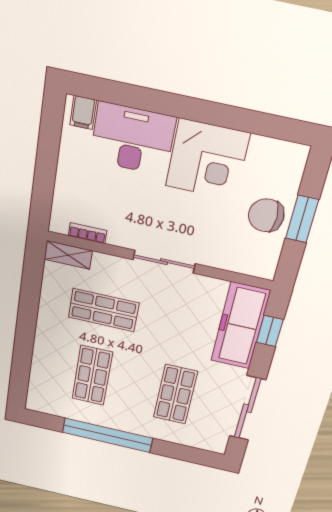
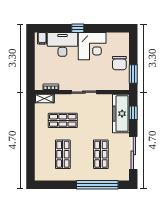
window: (180, 106) -> (78, 28), added
chair: (266, 215) -> (119, 63), turned -90
window: (302, 219) -> (133, 74), moved
window: (107, 435) -> (97, 185), moved

